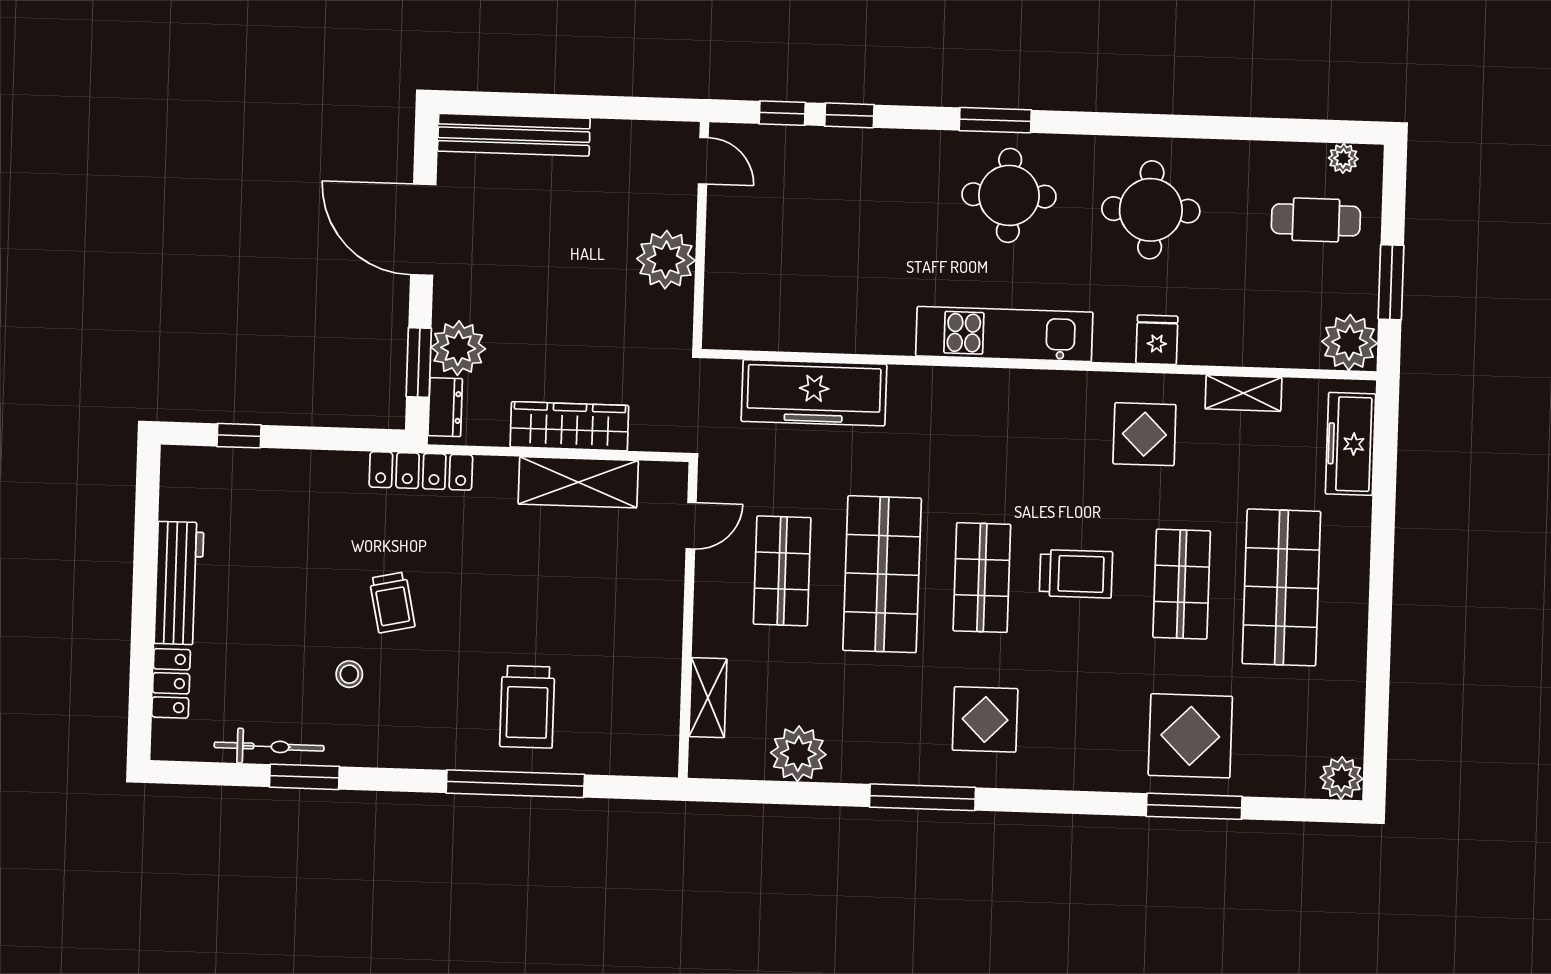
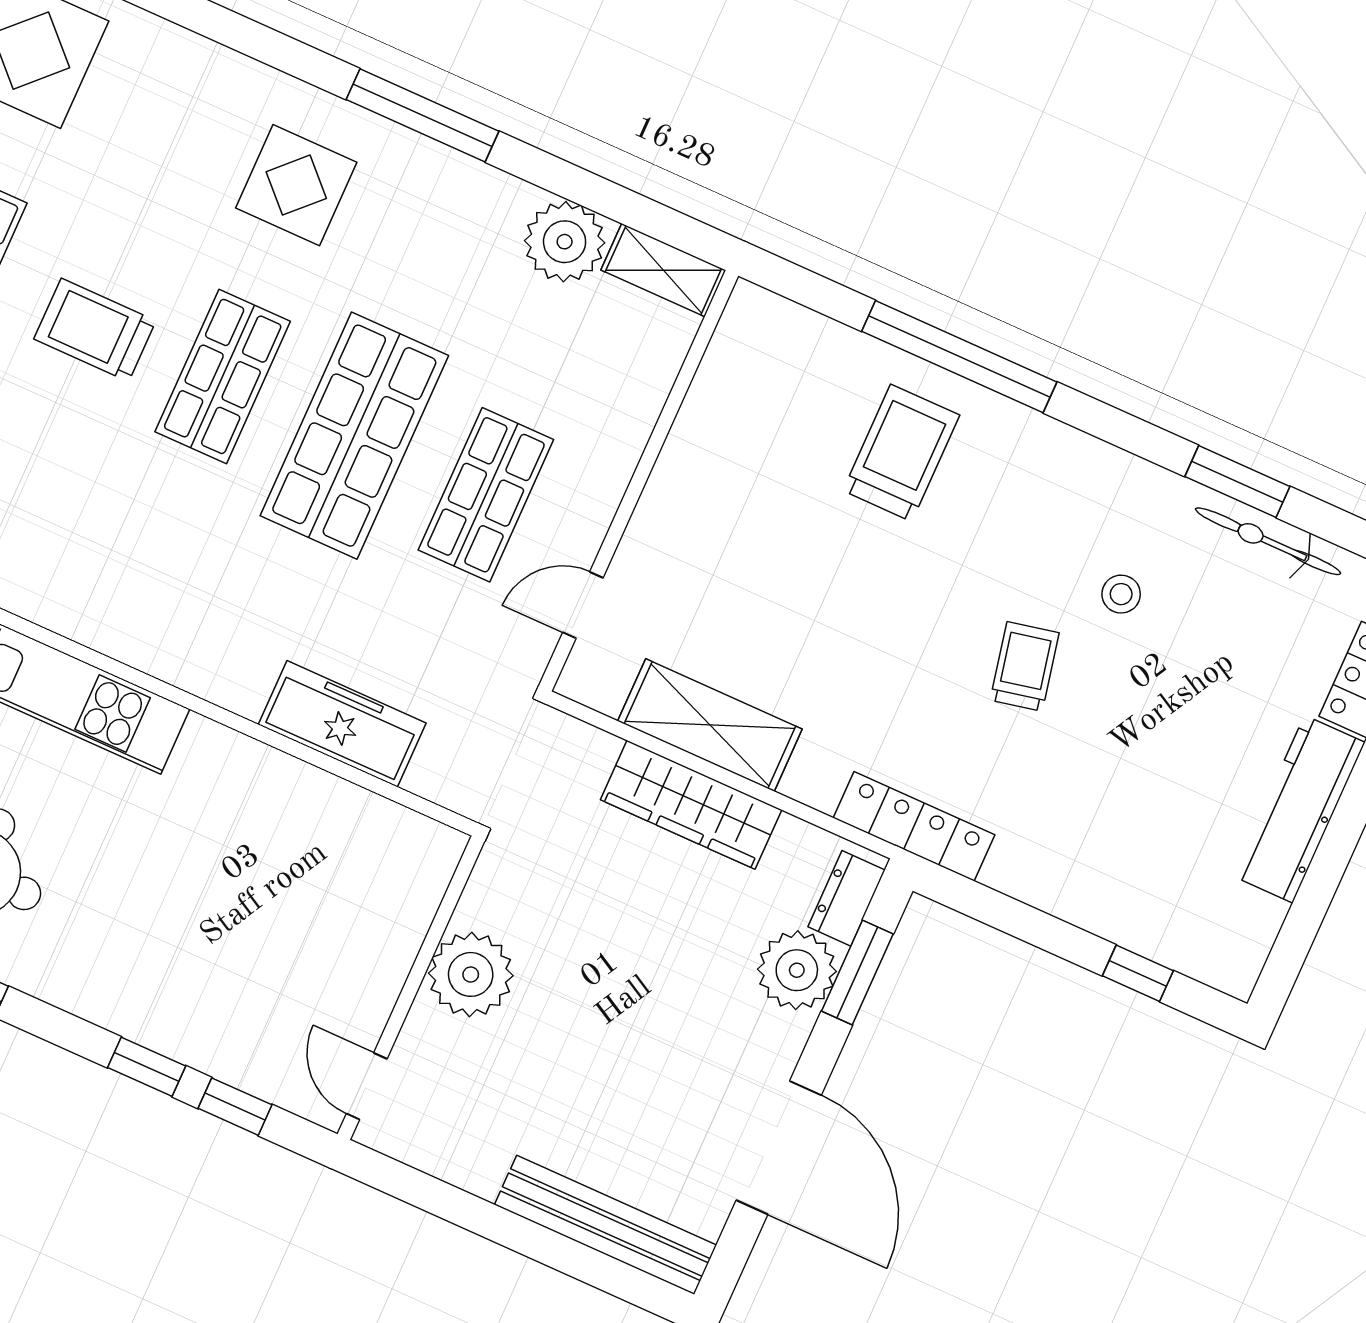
freezer: (814, 393) -> (342, 724), width x0.73, depth x0.79
shelving: (708, 698) -> (663, 270), moved, turned 90

